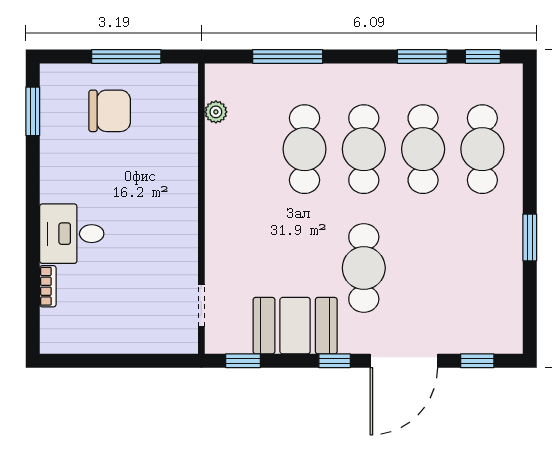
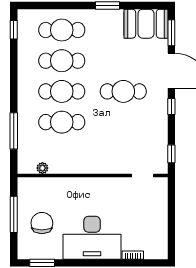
window: (422, 56) -> (14, 61), removed
desk: (72, 234) -> (92, 238), width x1.87, depth x1.30
booth: (295, 326) -> (146, 24), moved, turned 90
window: (477, 361) -> (171, 33), width x1.50

